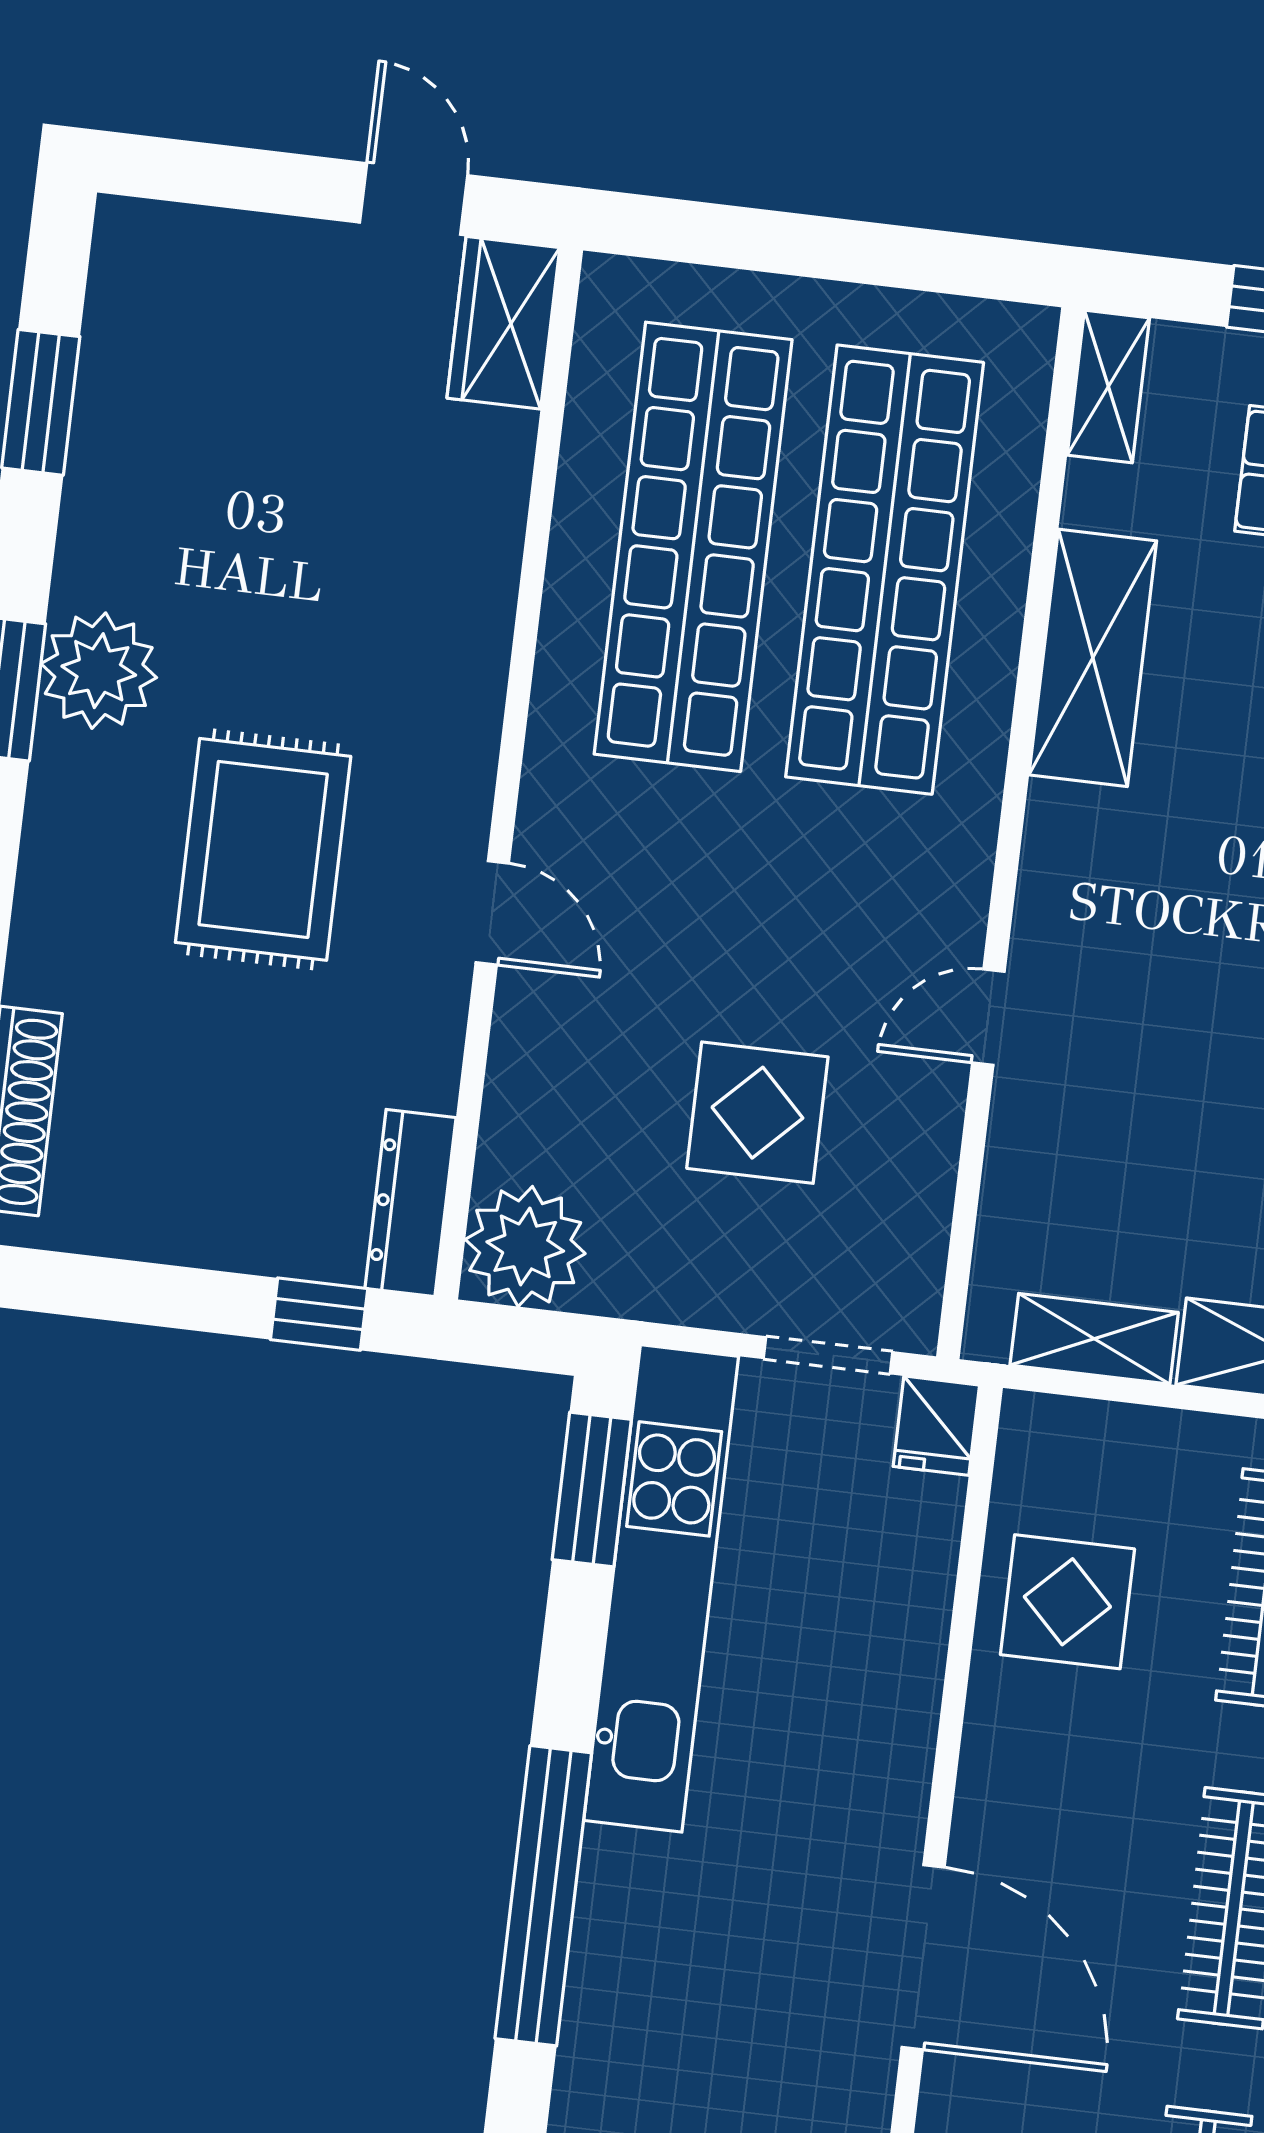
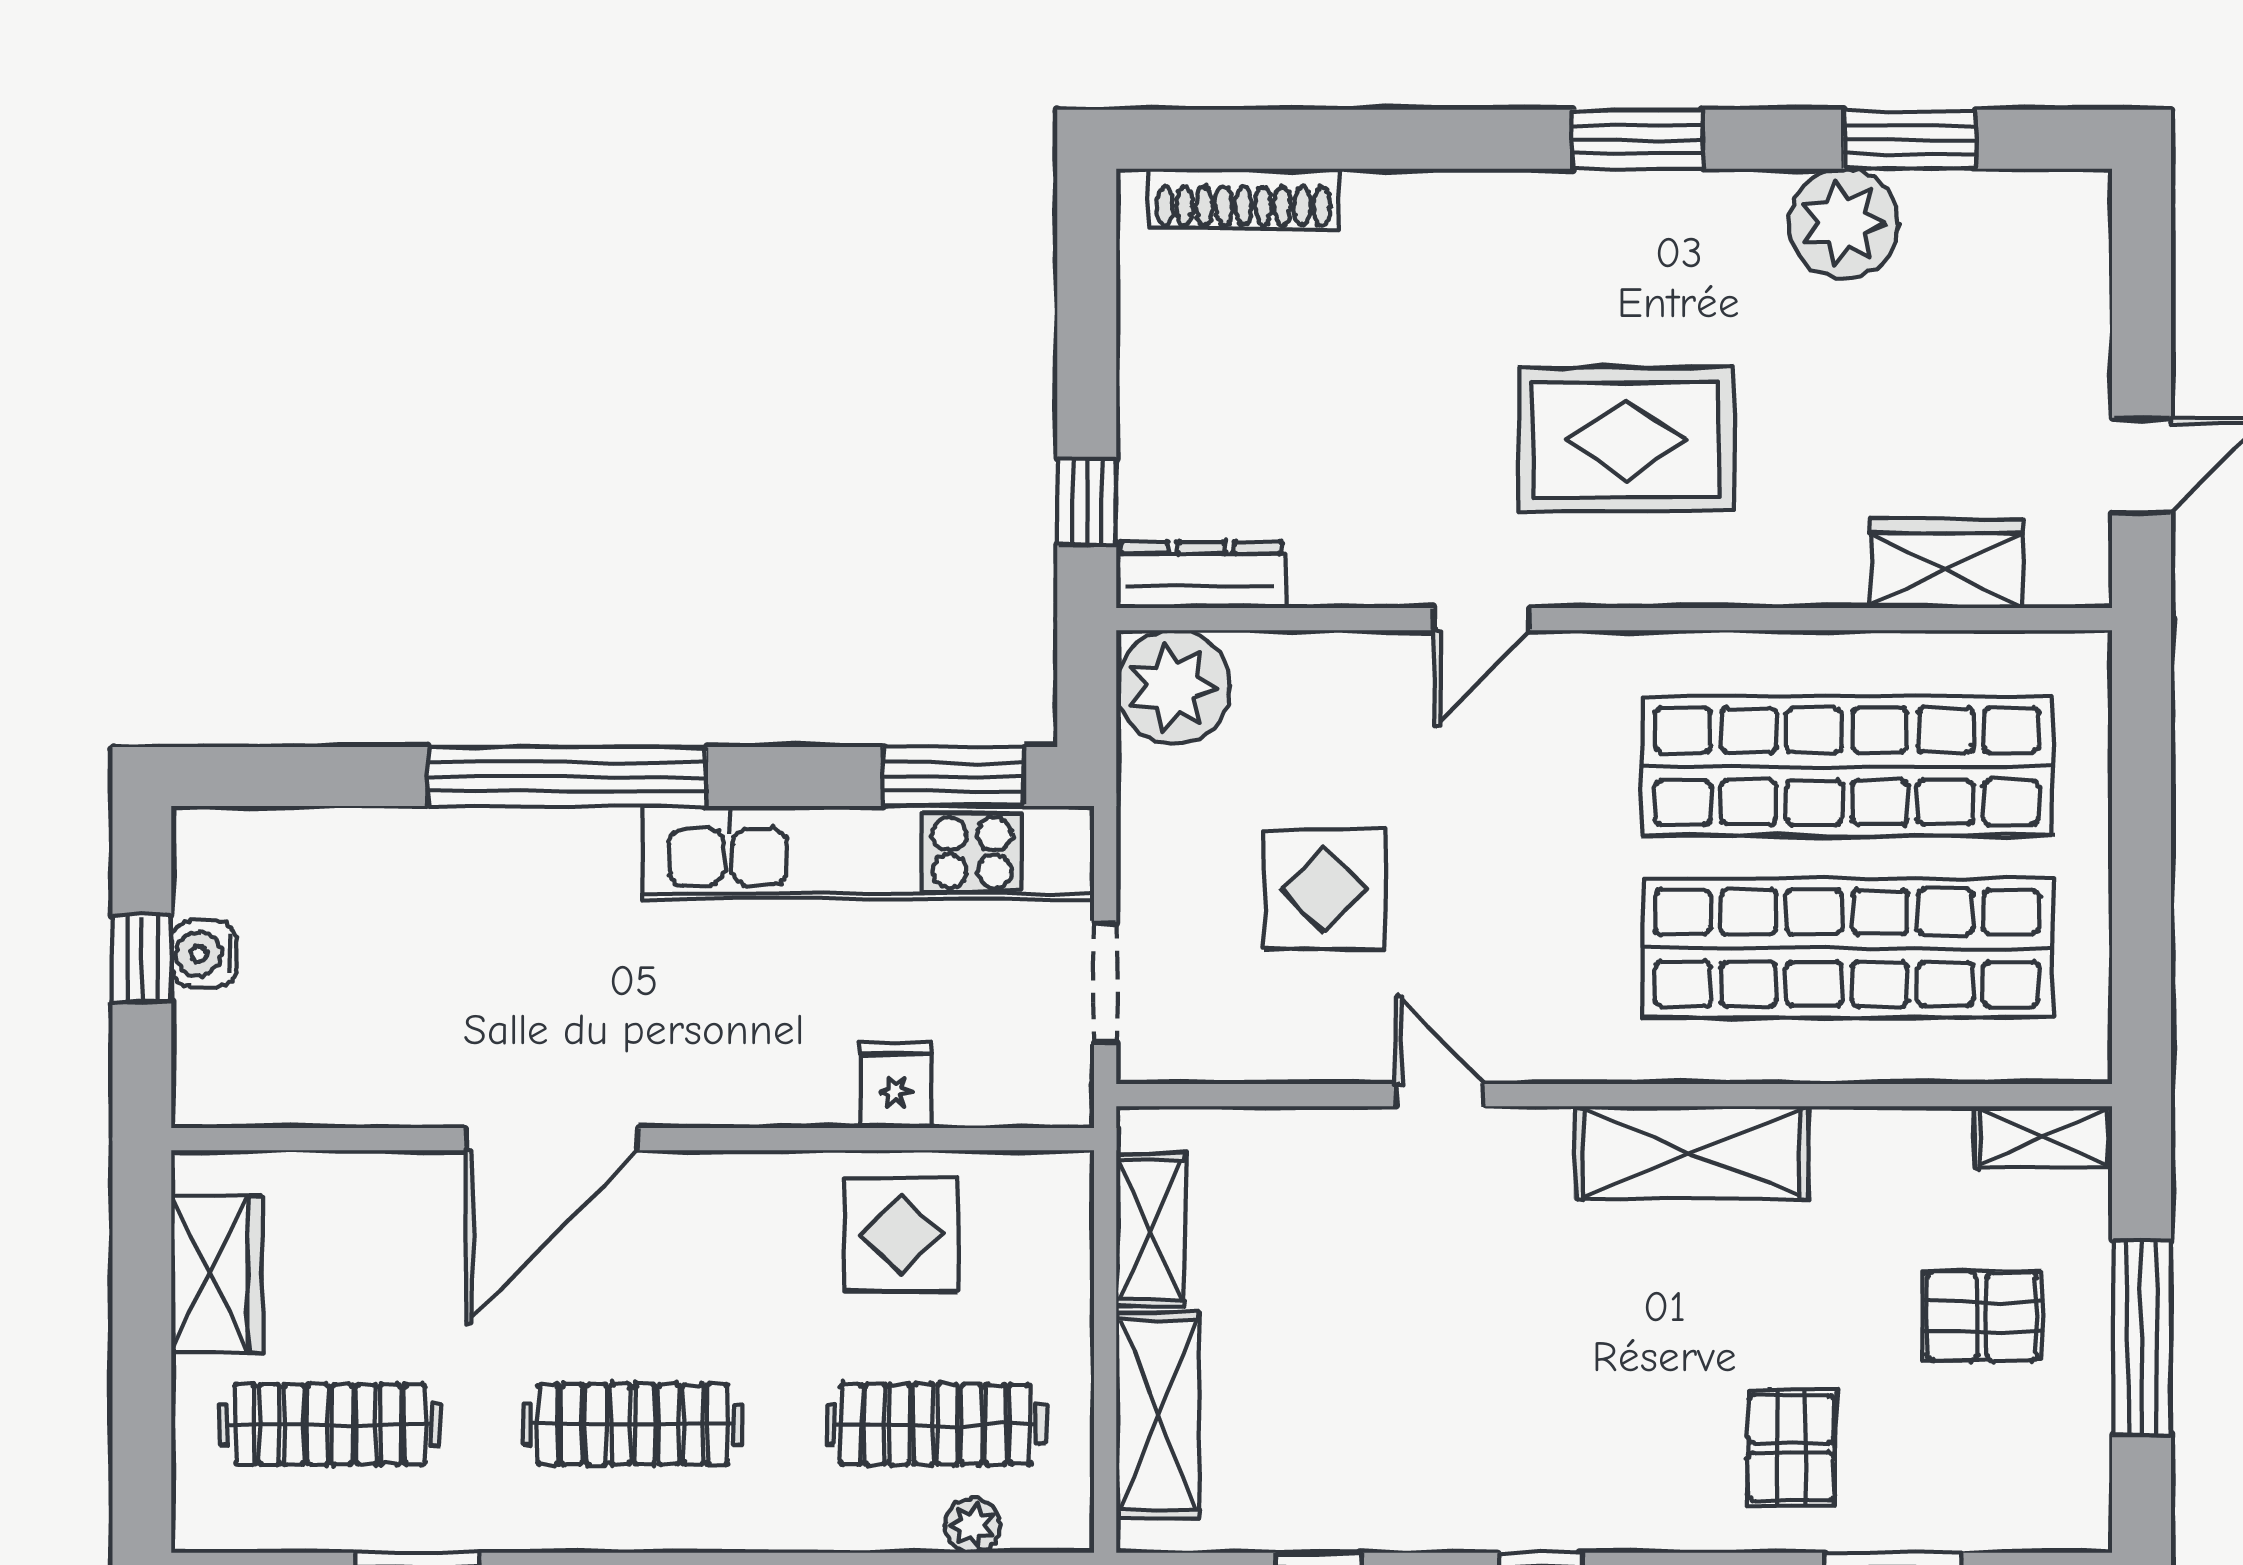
wardrobe: (503, 323) -> (1946, 564), moved
shelving: (1093, 658) -> (1692, 1153), moved
plant: (99, 671) -> (1844, 224), moved
rug: (263, 849) -> (1626, 440), moved
fridge: (936, 1426) -> (896, 1085), moved, turned 90

